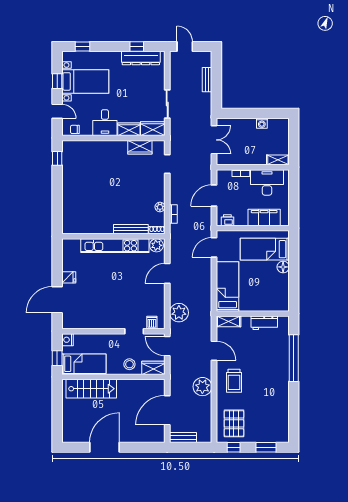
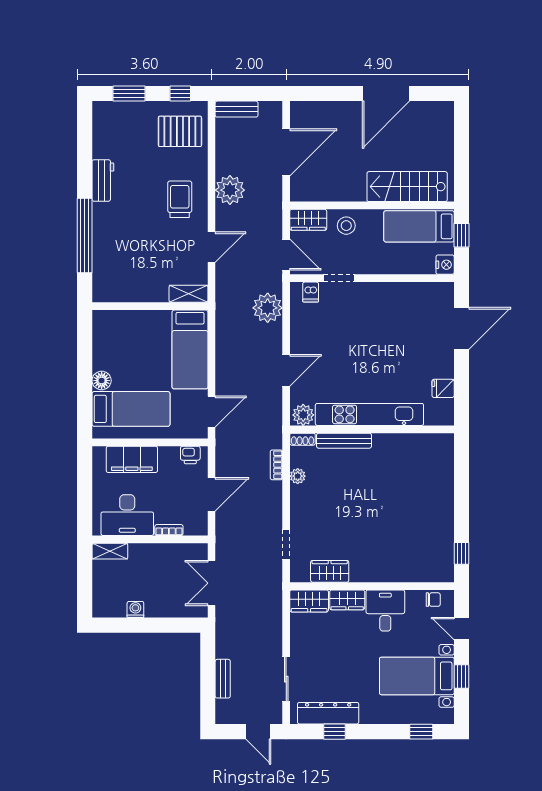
sliding door: (167, 104) -> (286, 679), moved
fridge: (69, 277) -> (443, 388), moved
workbench: (264, 323) -> (103, 180), moved, turned 90
door: (214, 351) -> (212, 247), swing flipped
pallet: (234, 423) -> (180, 131), turned 90
bench: (183, 437) -> (237, 109), moved

